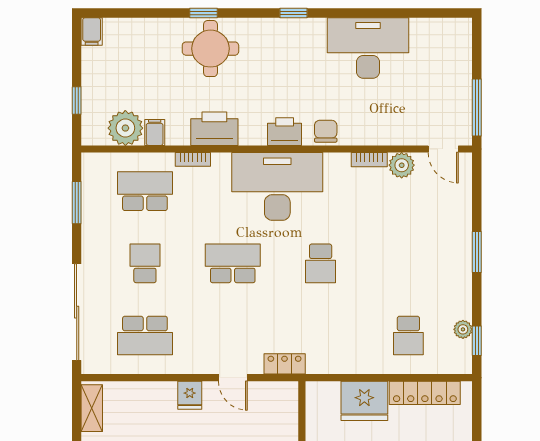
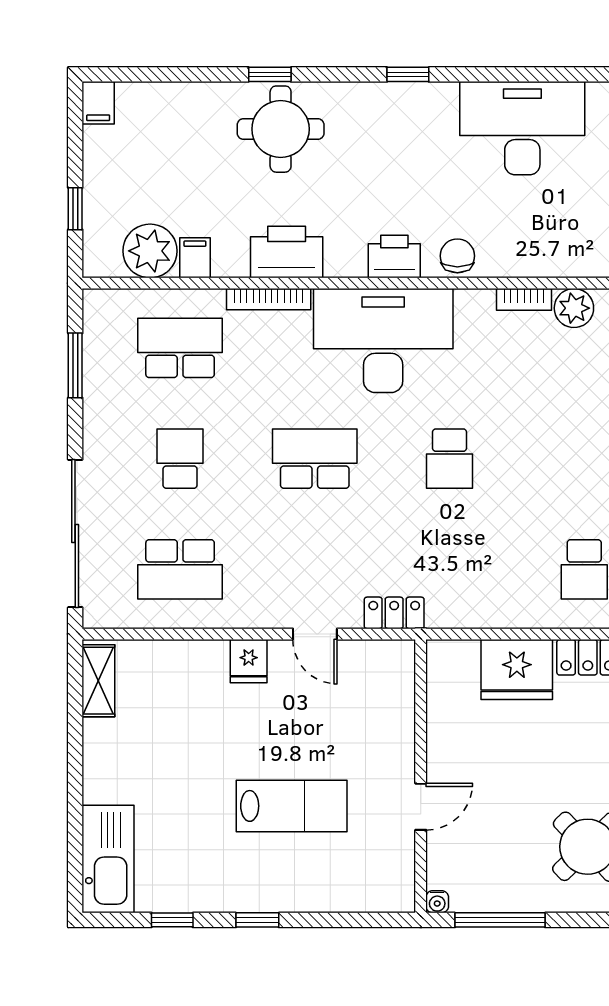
bookcase: (193, 159) -> (269, 299), width x1.56

